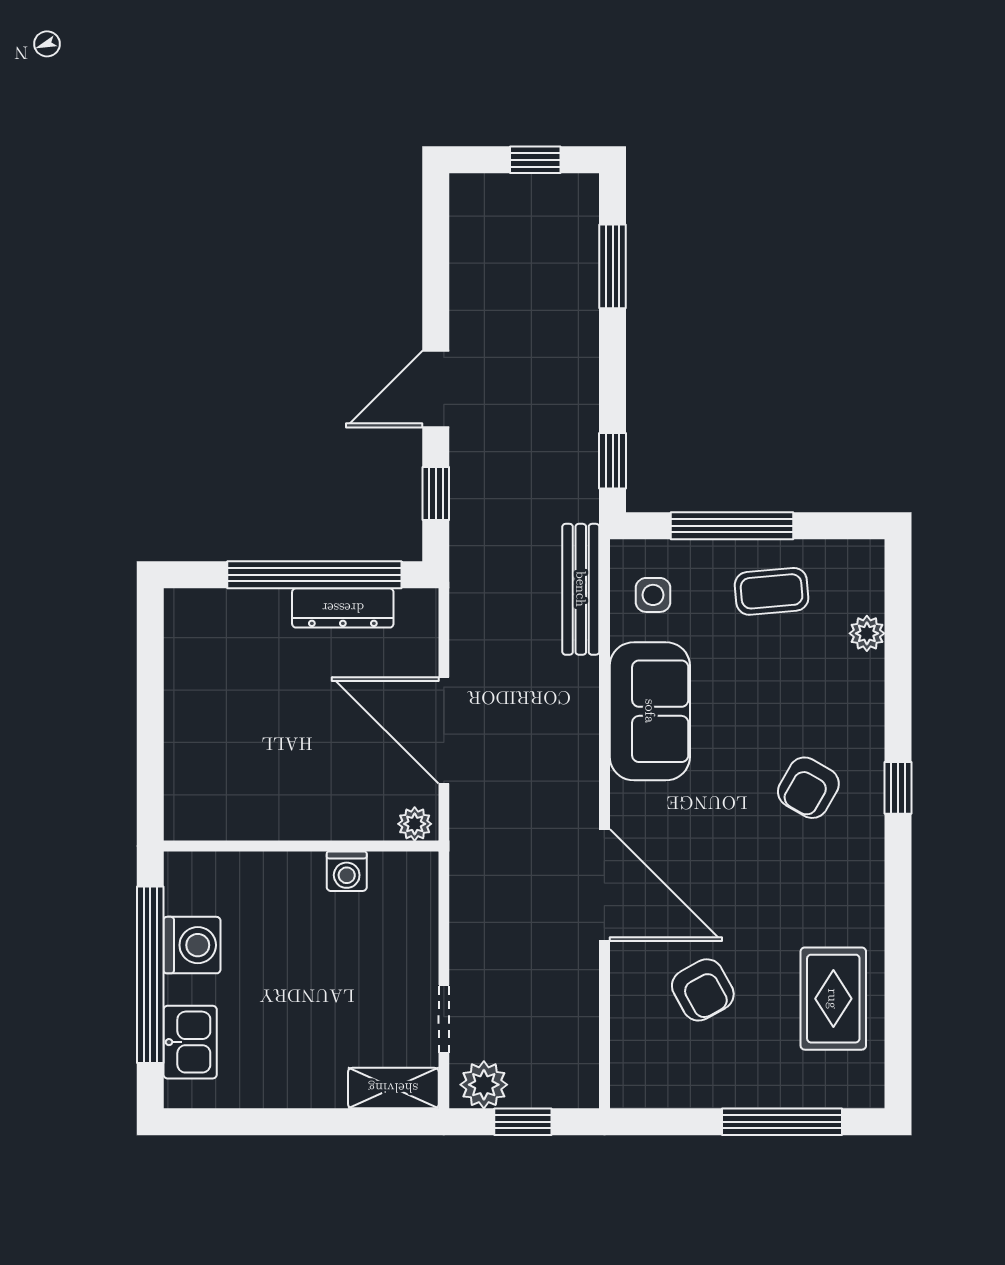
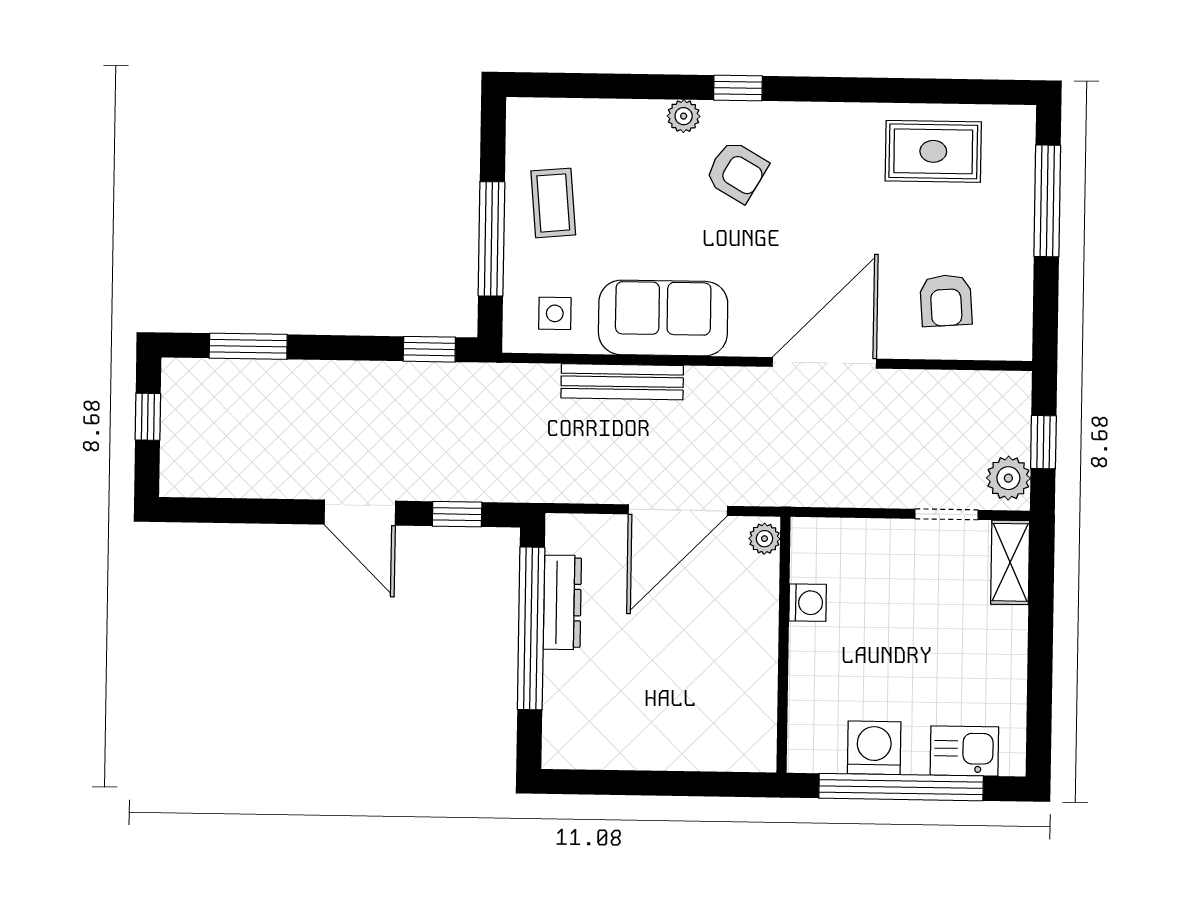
bench: (581, 589) -> (622, 382), moved
plant: (867, 633) -> (684, 116), moved
armchair: (703, 990) -> (946, 300), moved, turned 115

